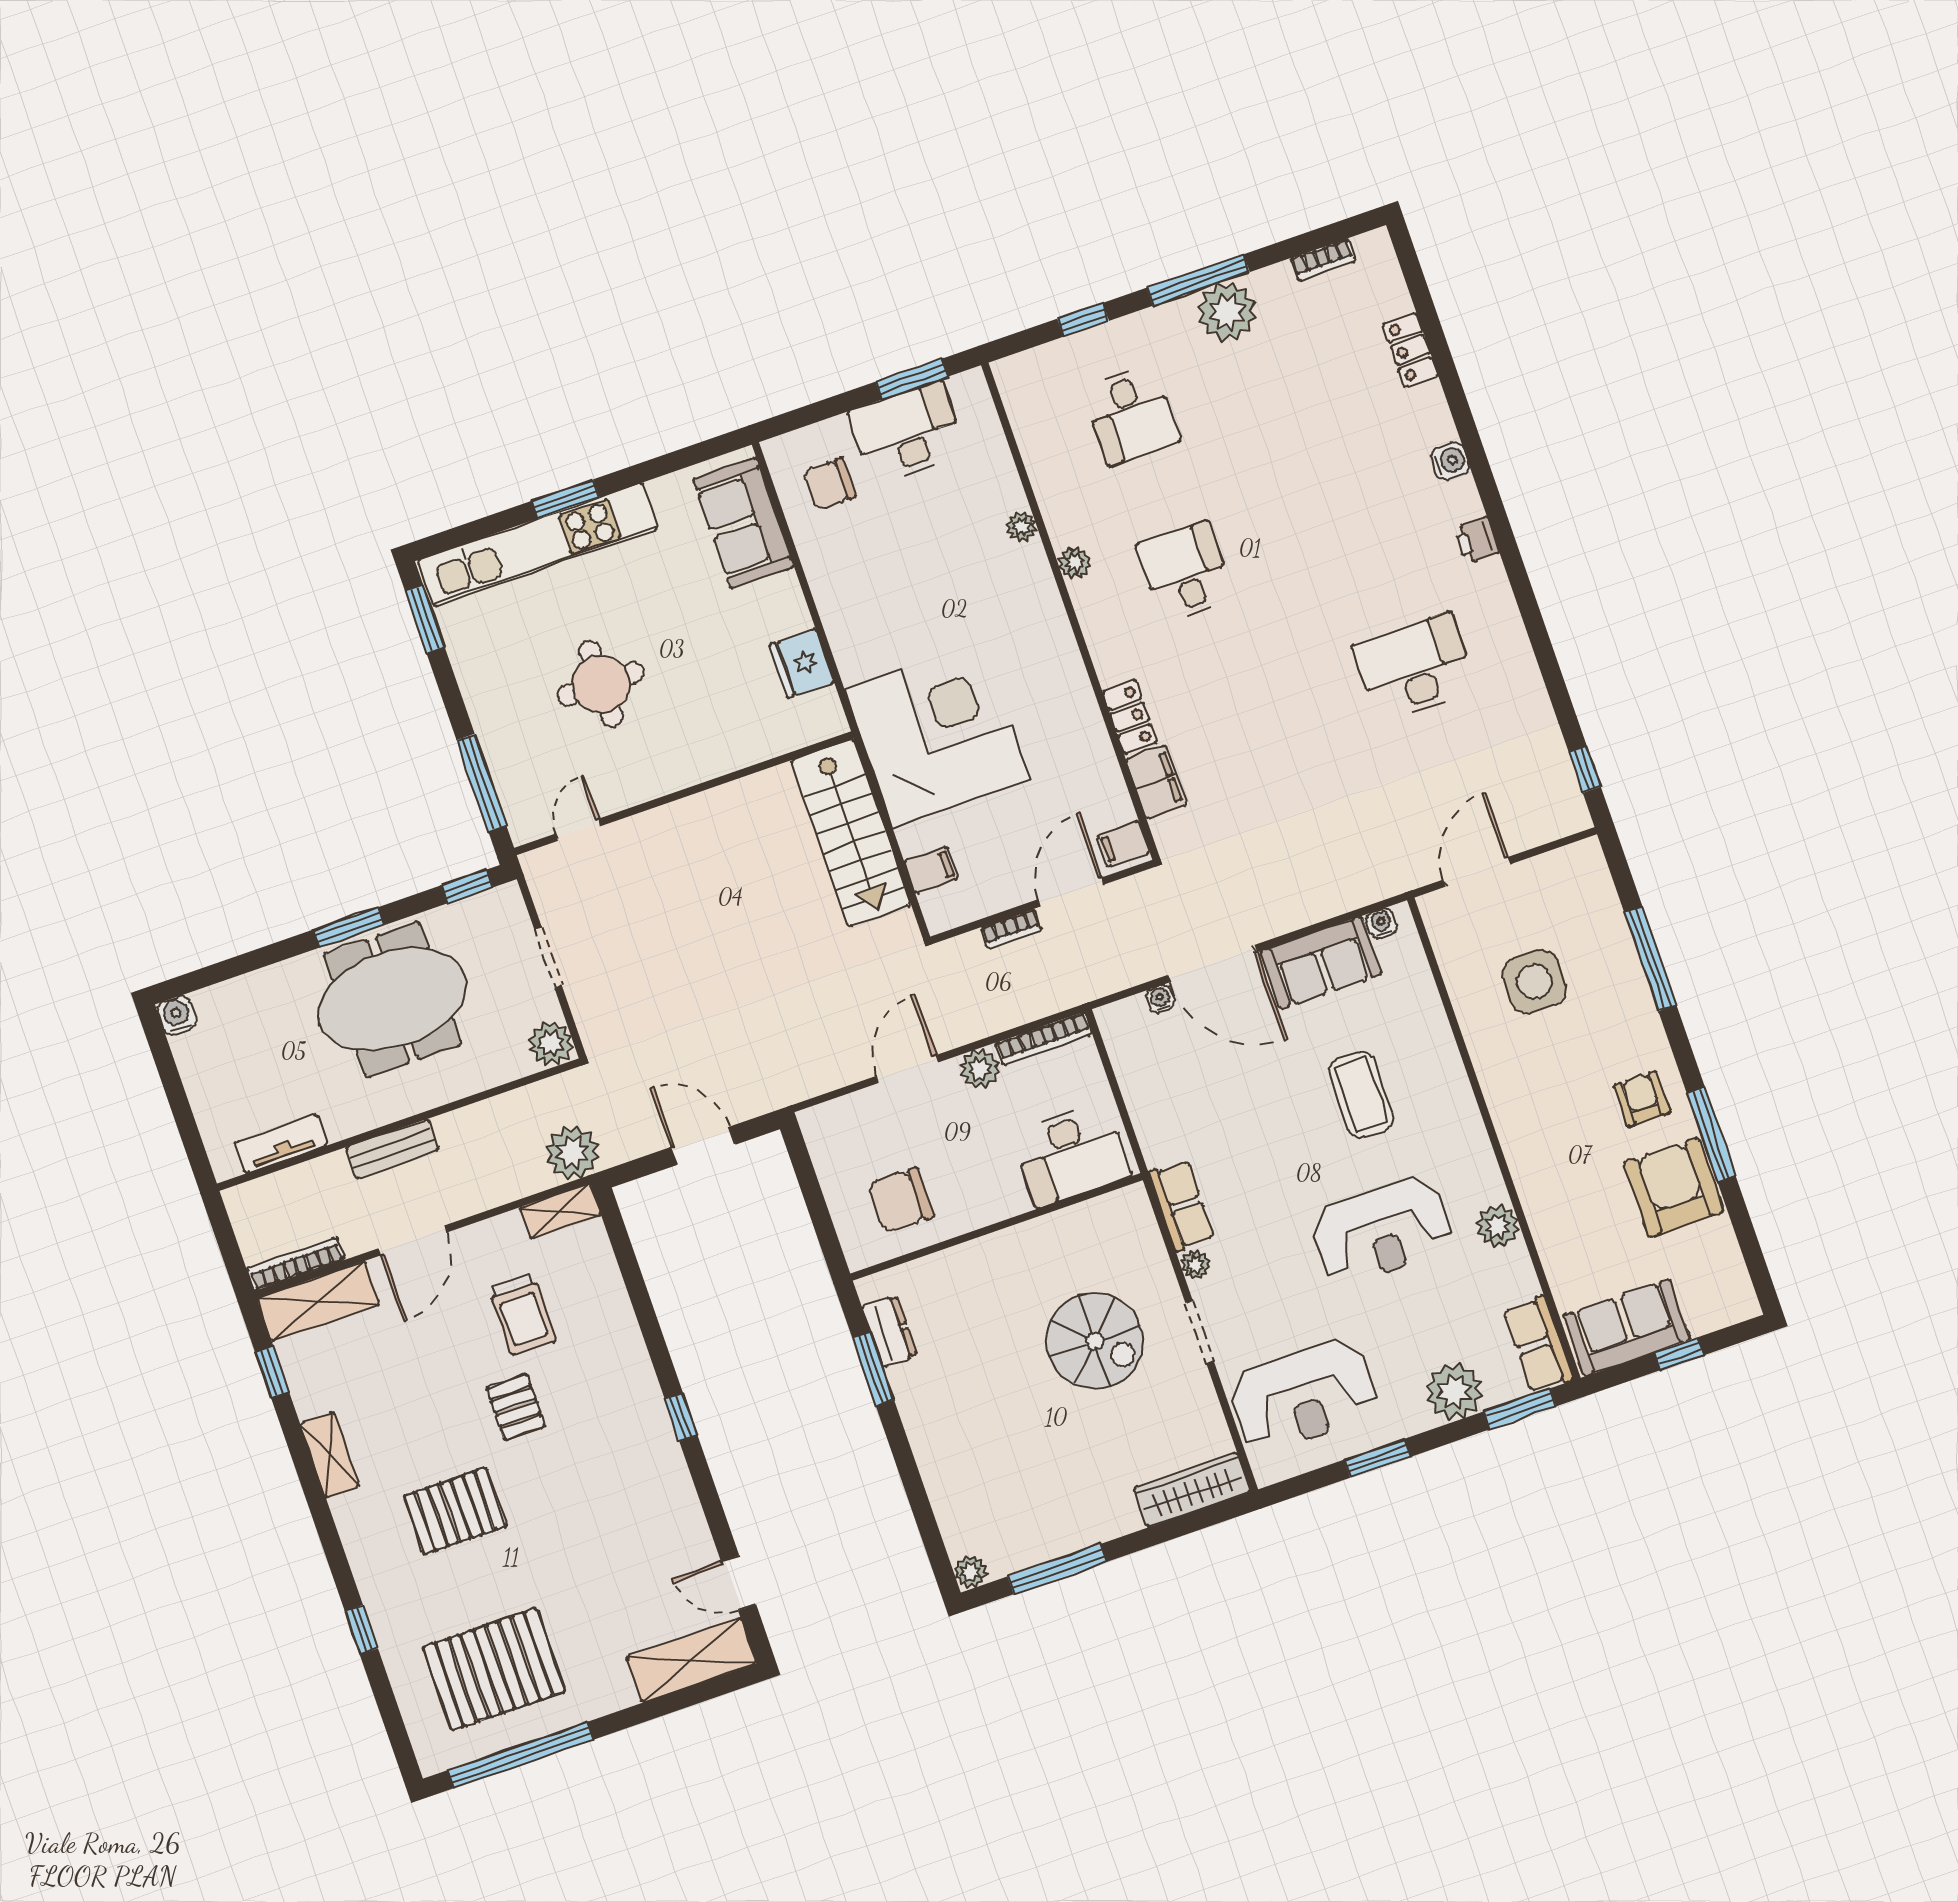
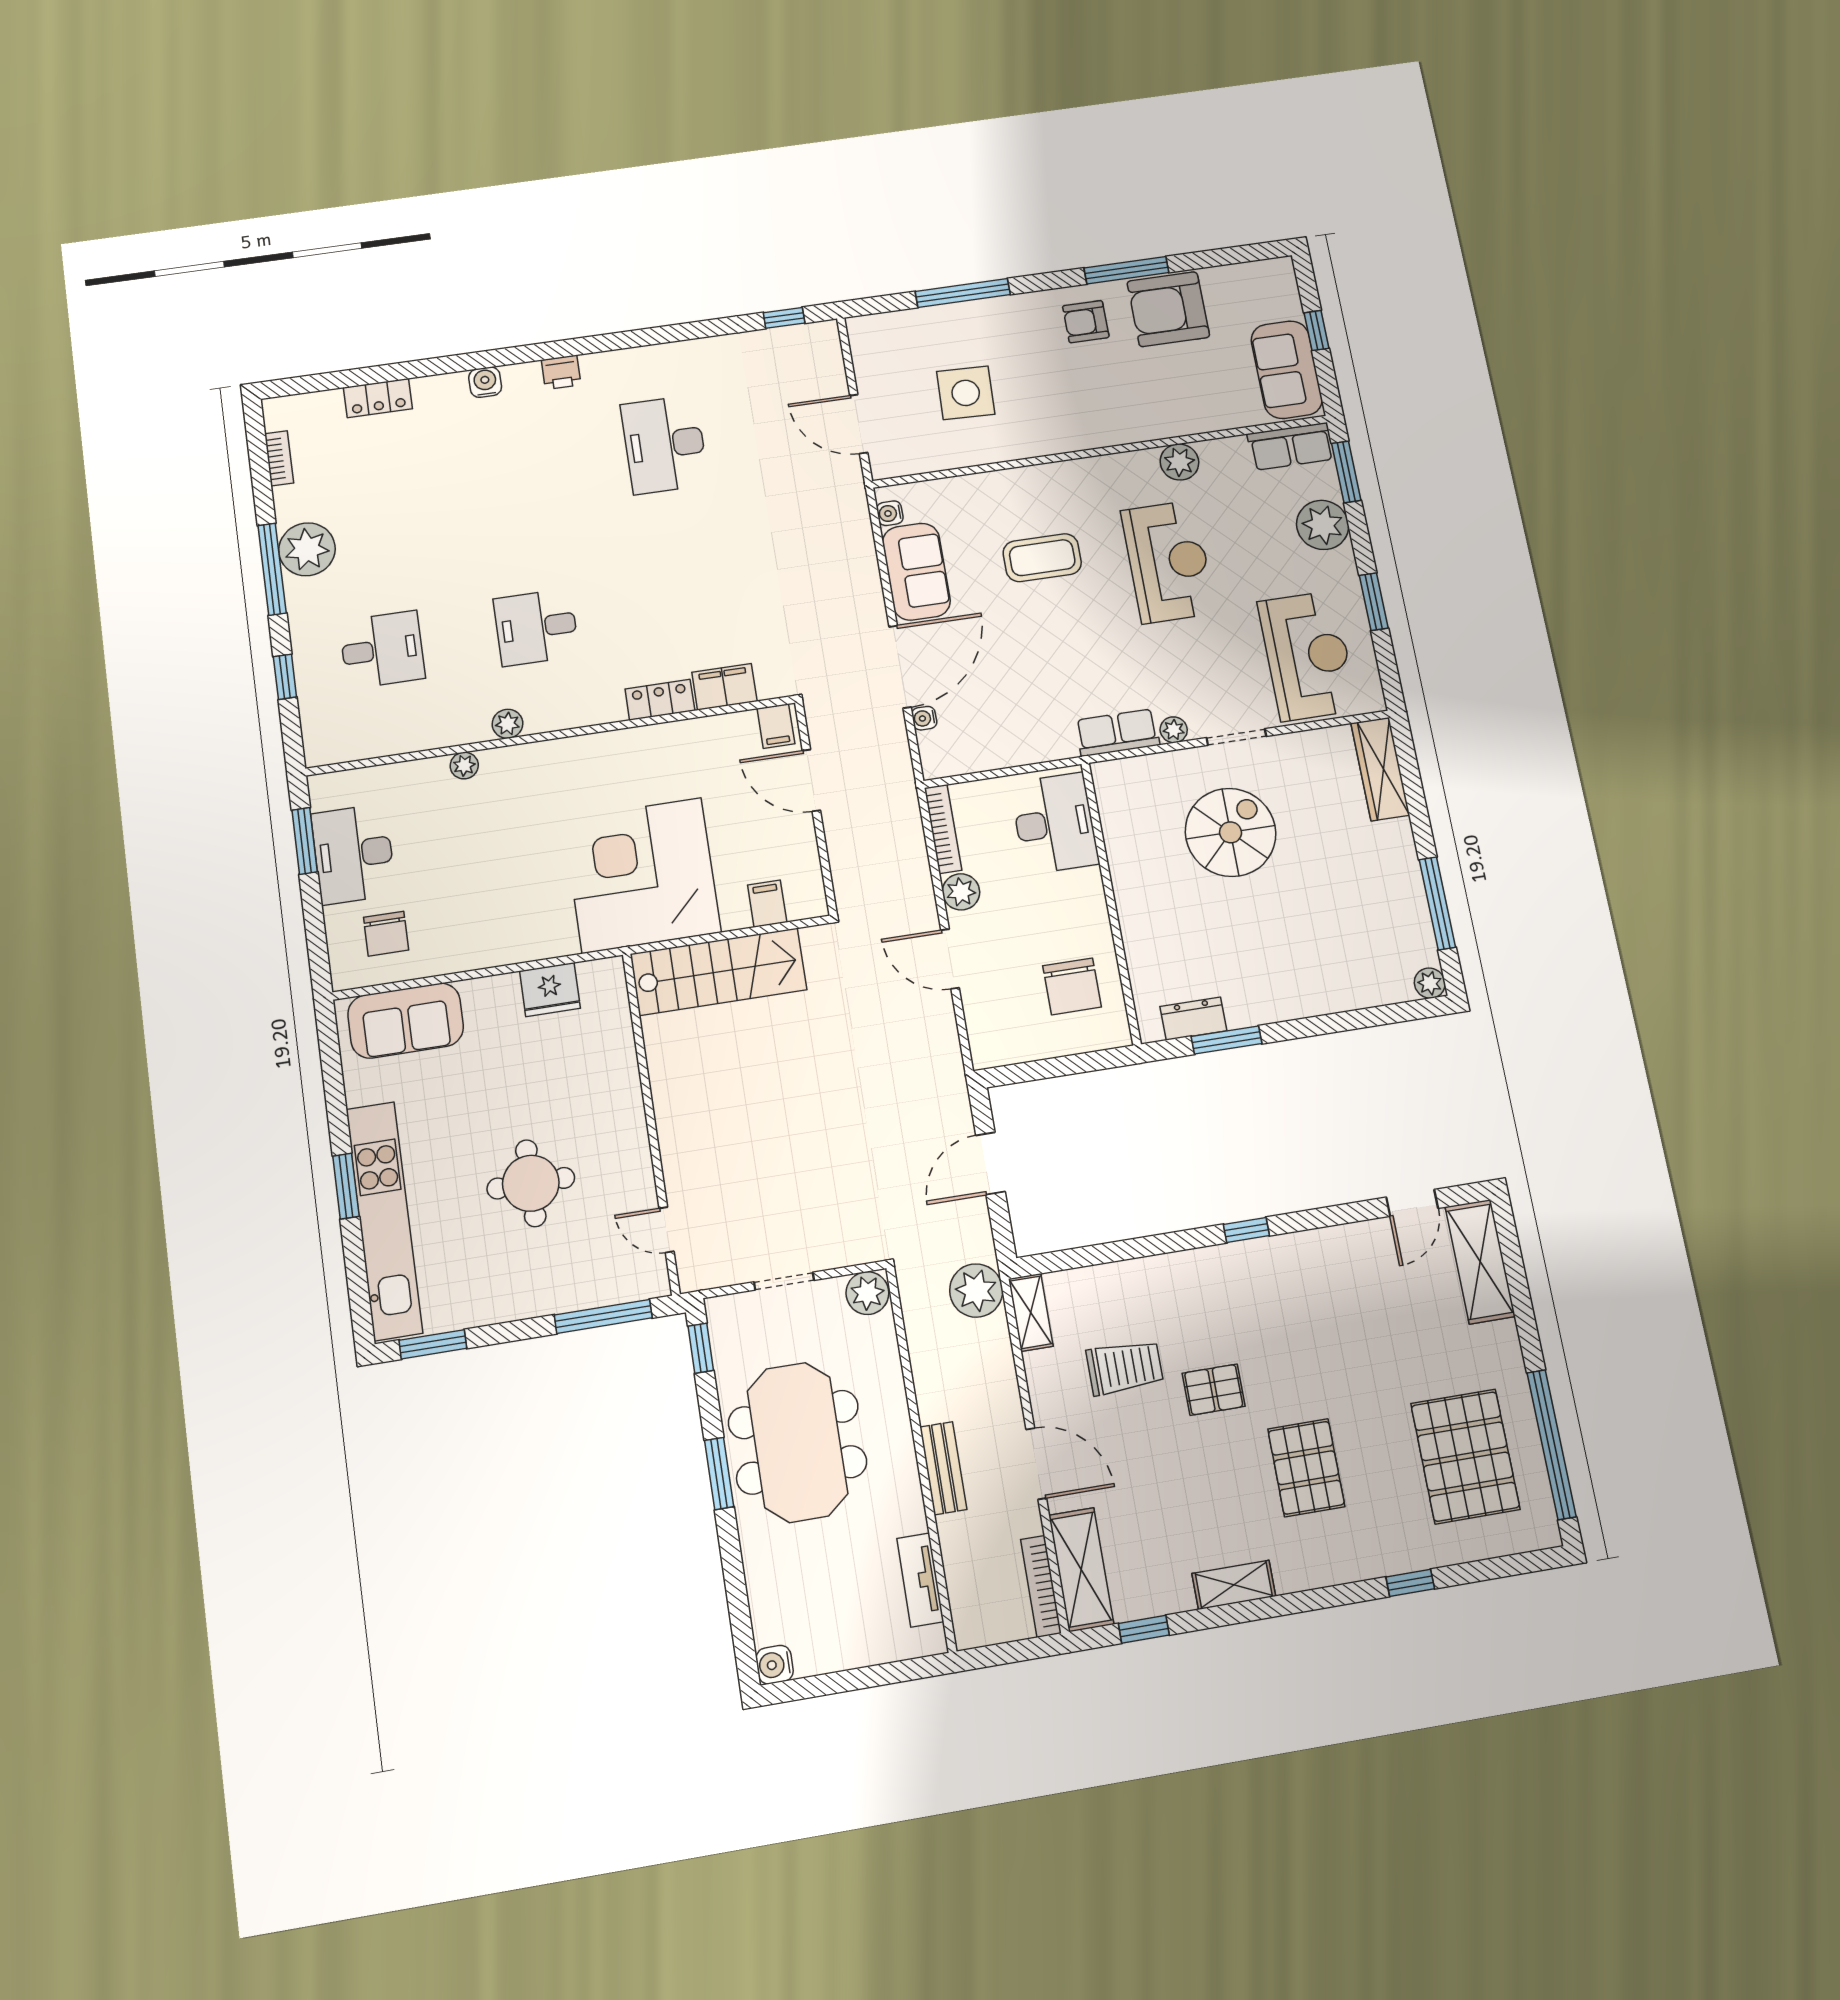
bookcase: (1011, 929) -> (836, 840), removed

